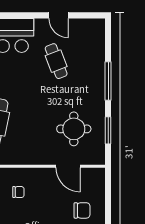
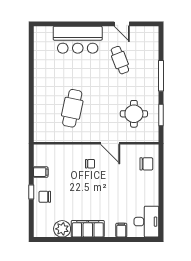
door: (68, 166) -> (110, 143), moved
chair: (82, 210) -> (146, 164), moved

